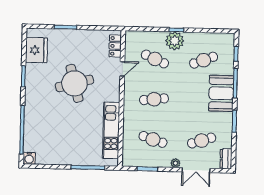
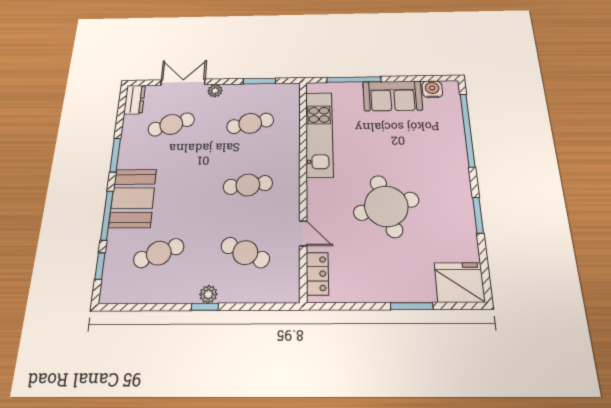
plant: (175, 41) -> (208, 294), width x0.53, depth x0.53
fridge: (36, 50) -> (459, 282), moved, turned 90
door: (122, 69) -> (303, 233), swing flipped
cafe table: (153, 139) -> (250, 123), turned -30
sofa: (65, 155) -> (393, 96), added
water cooler: (29, 158) -> (432, 89), moved

